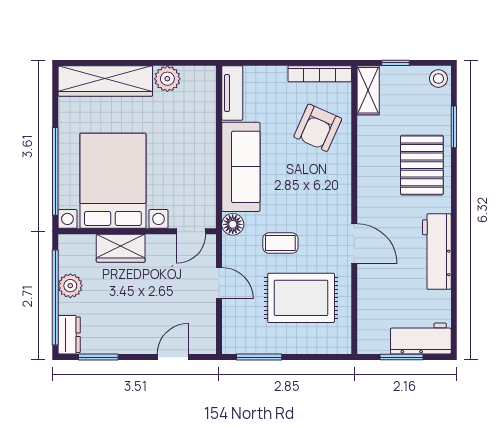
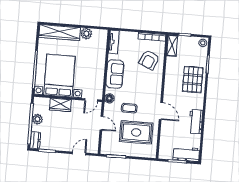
sofa: (241, 167) -> (115, 74), width x0.73
workbench: (437, 252) -> (196, 122), width x0.73

